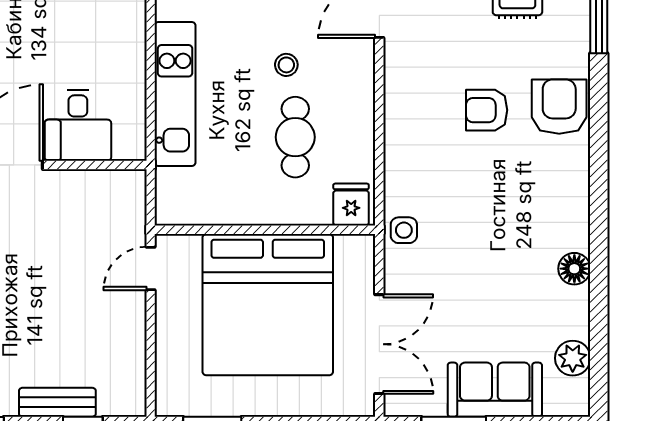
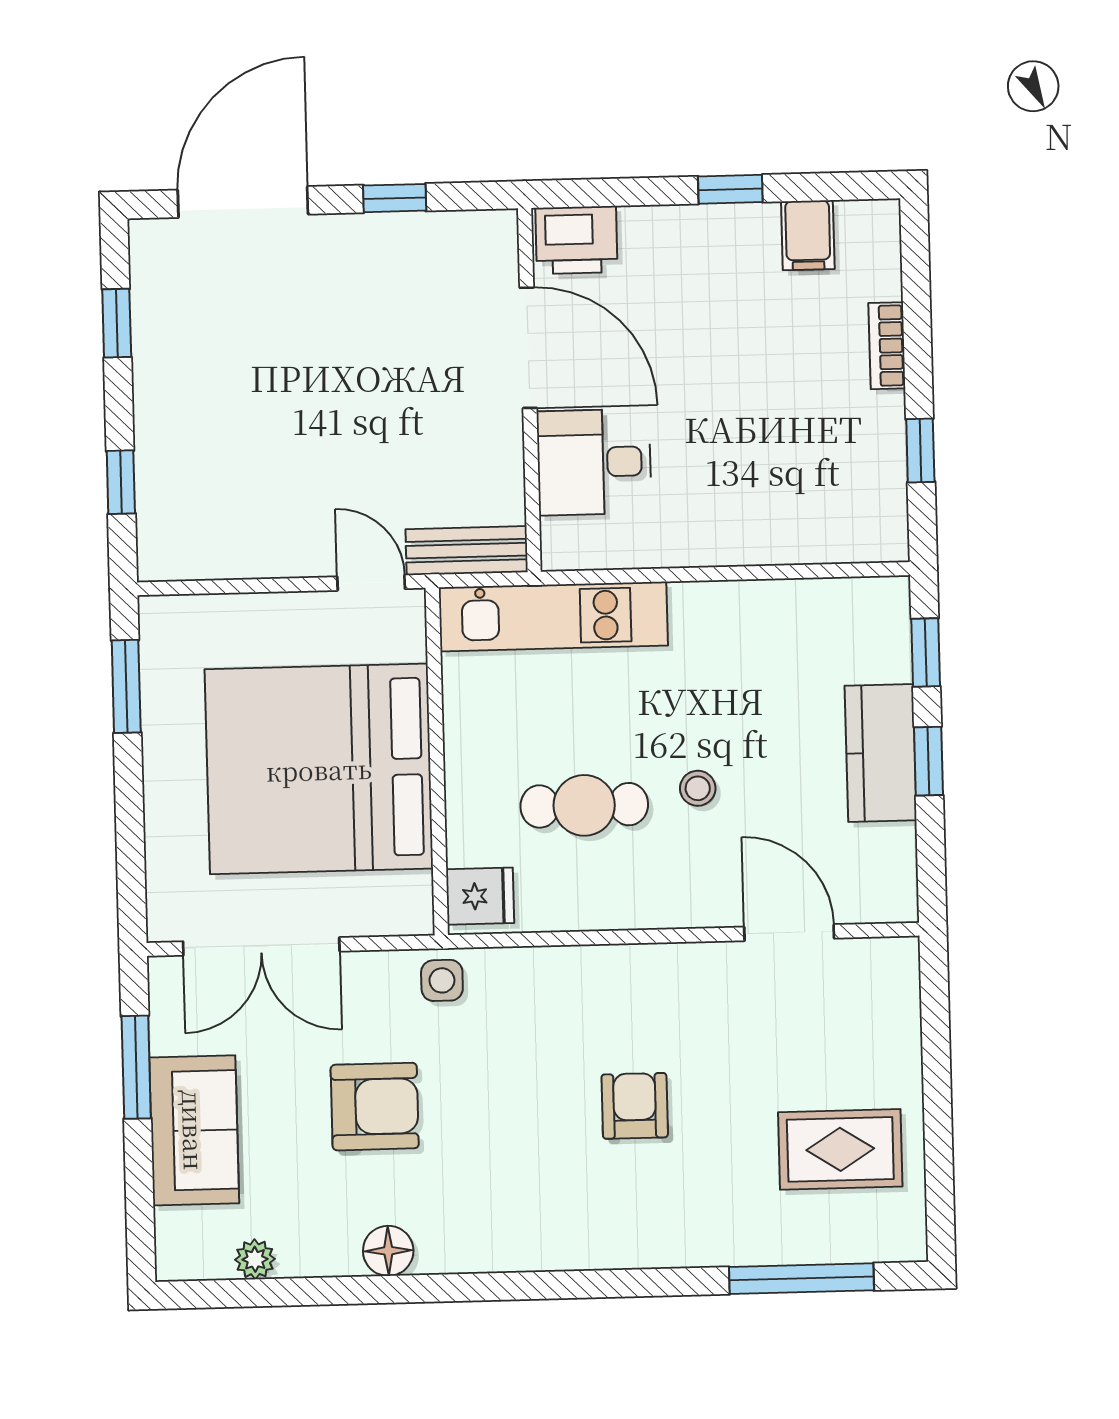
kitchen unit: (175, 94) -> (553, 616), moved
armchair: (559, 107) -> (375, 1107), moved
plant: (573, 358) -> (255, 1259), width x0.73, depth x0.73
bench: (57, 402) -> (467, 551), moved, turned 90

